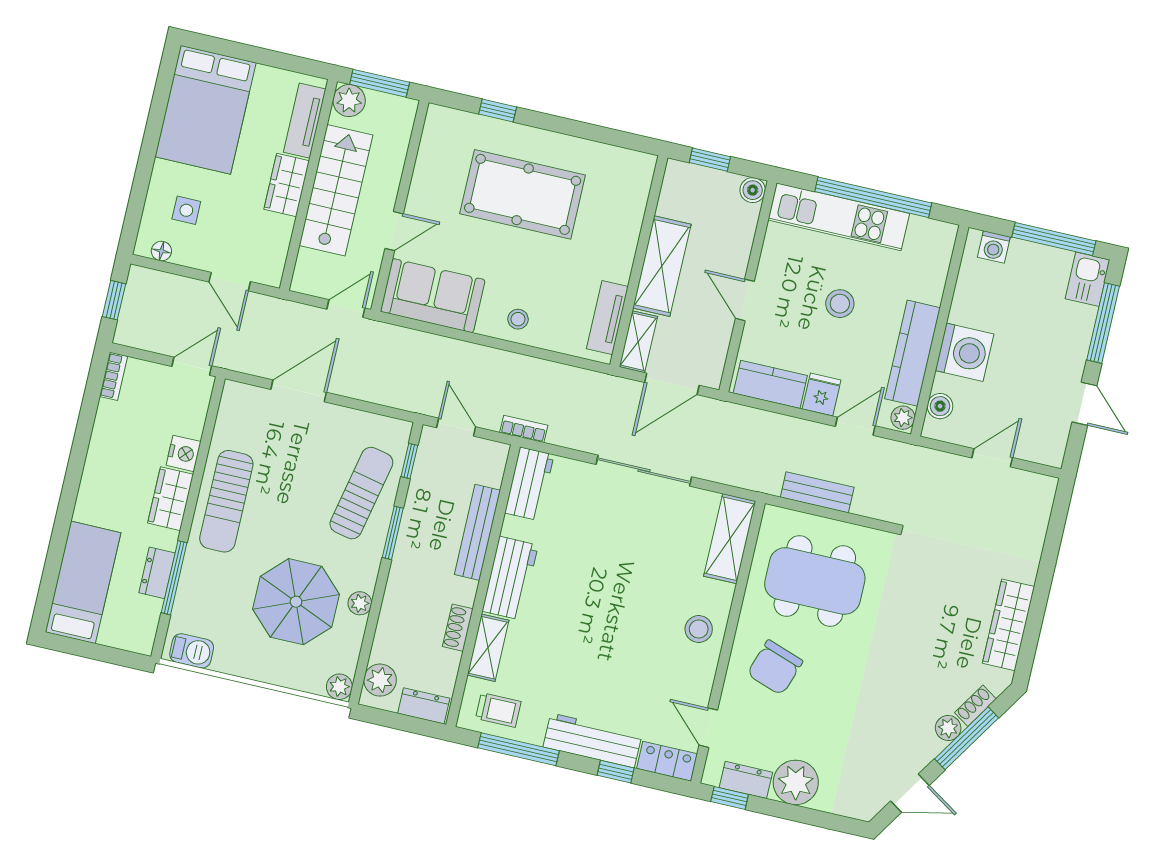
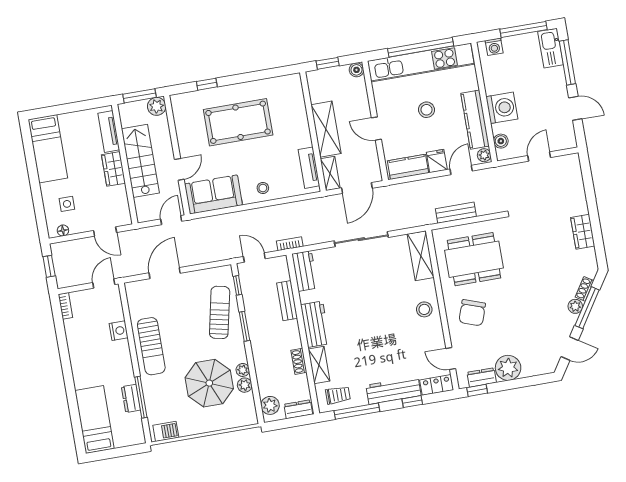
plant: (349, 101) -> (157, 106), moved
bed: (205, 110) -> (48, 149), width x0.67
kitchen unit: (839, 217) -> (421, 63), width x1.36
kitchen sink: (1088, 279) -> (551, 48), width x1.38
wardrobe: (171, 499) -> (122, 357), removed
bench: (477, 532) -> (287, 301), width x0.73
wardrobe: (1008, 625) -> (583, 232), width x0.67
plant: (339, 687) -> (245, 385), moved

